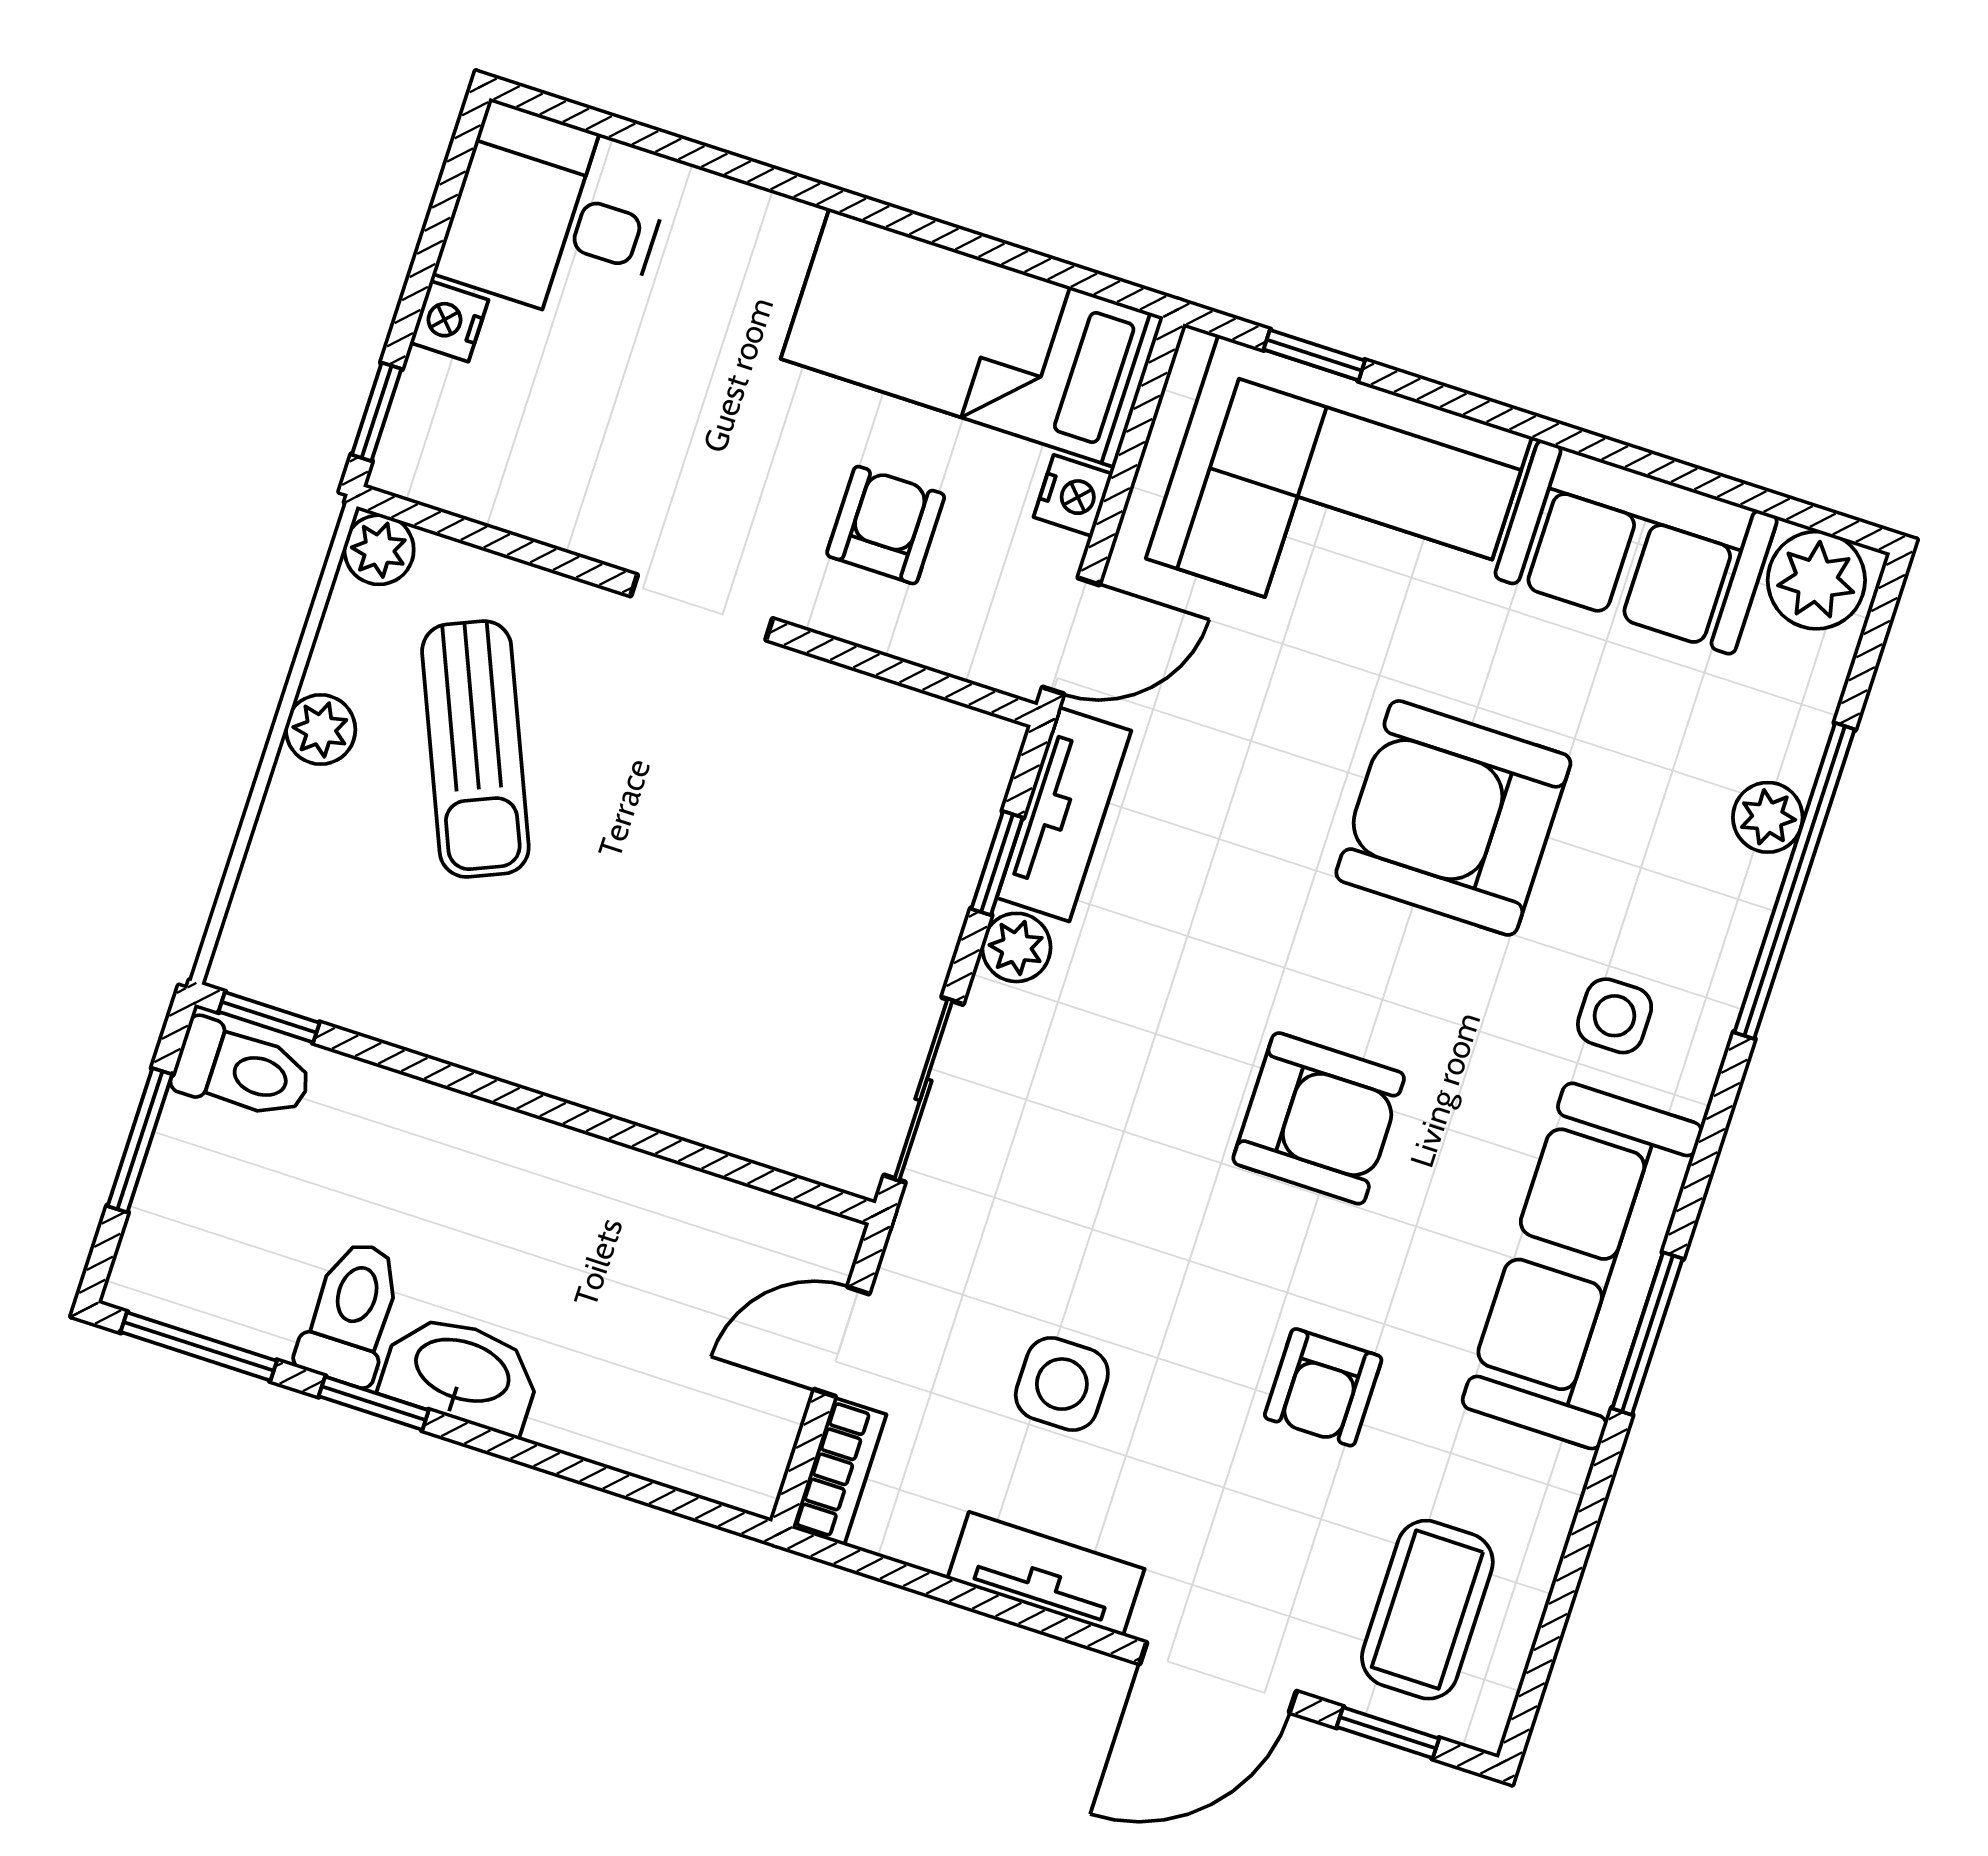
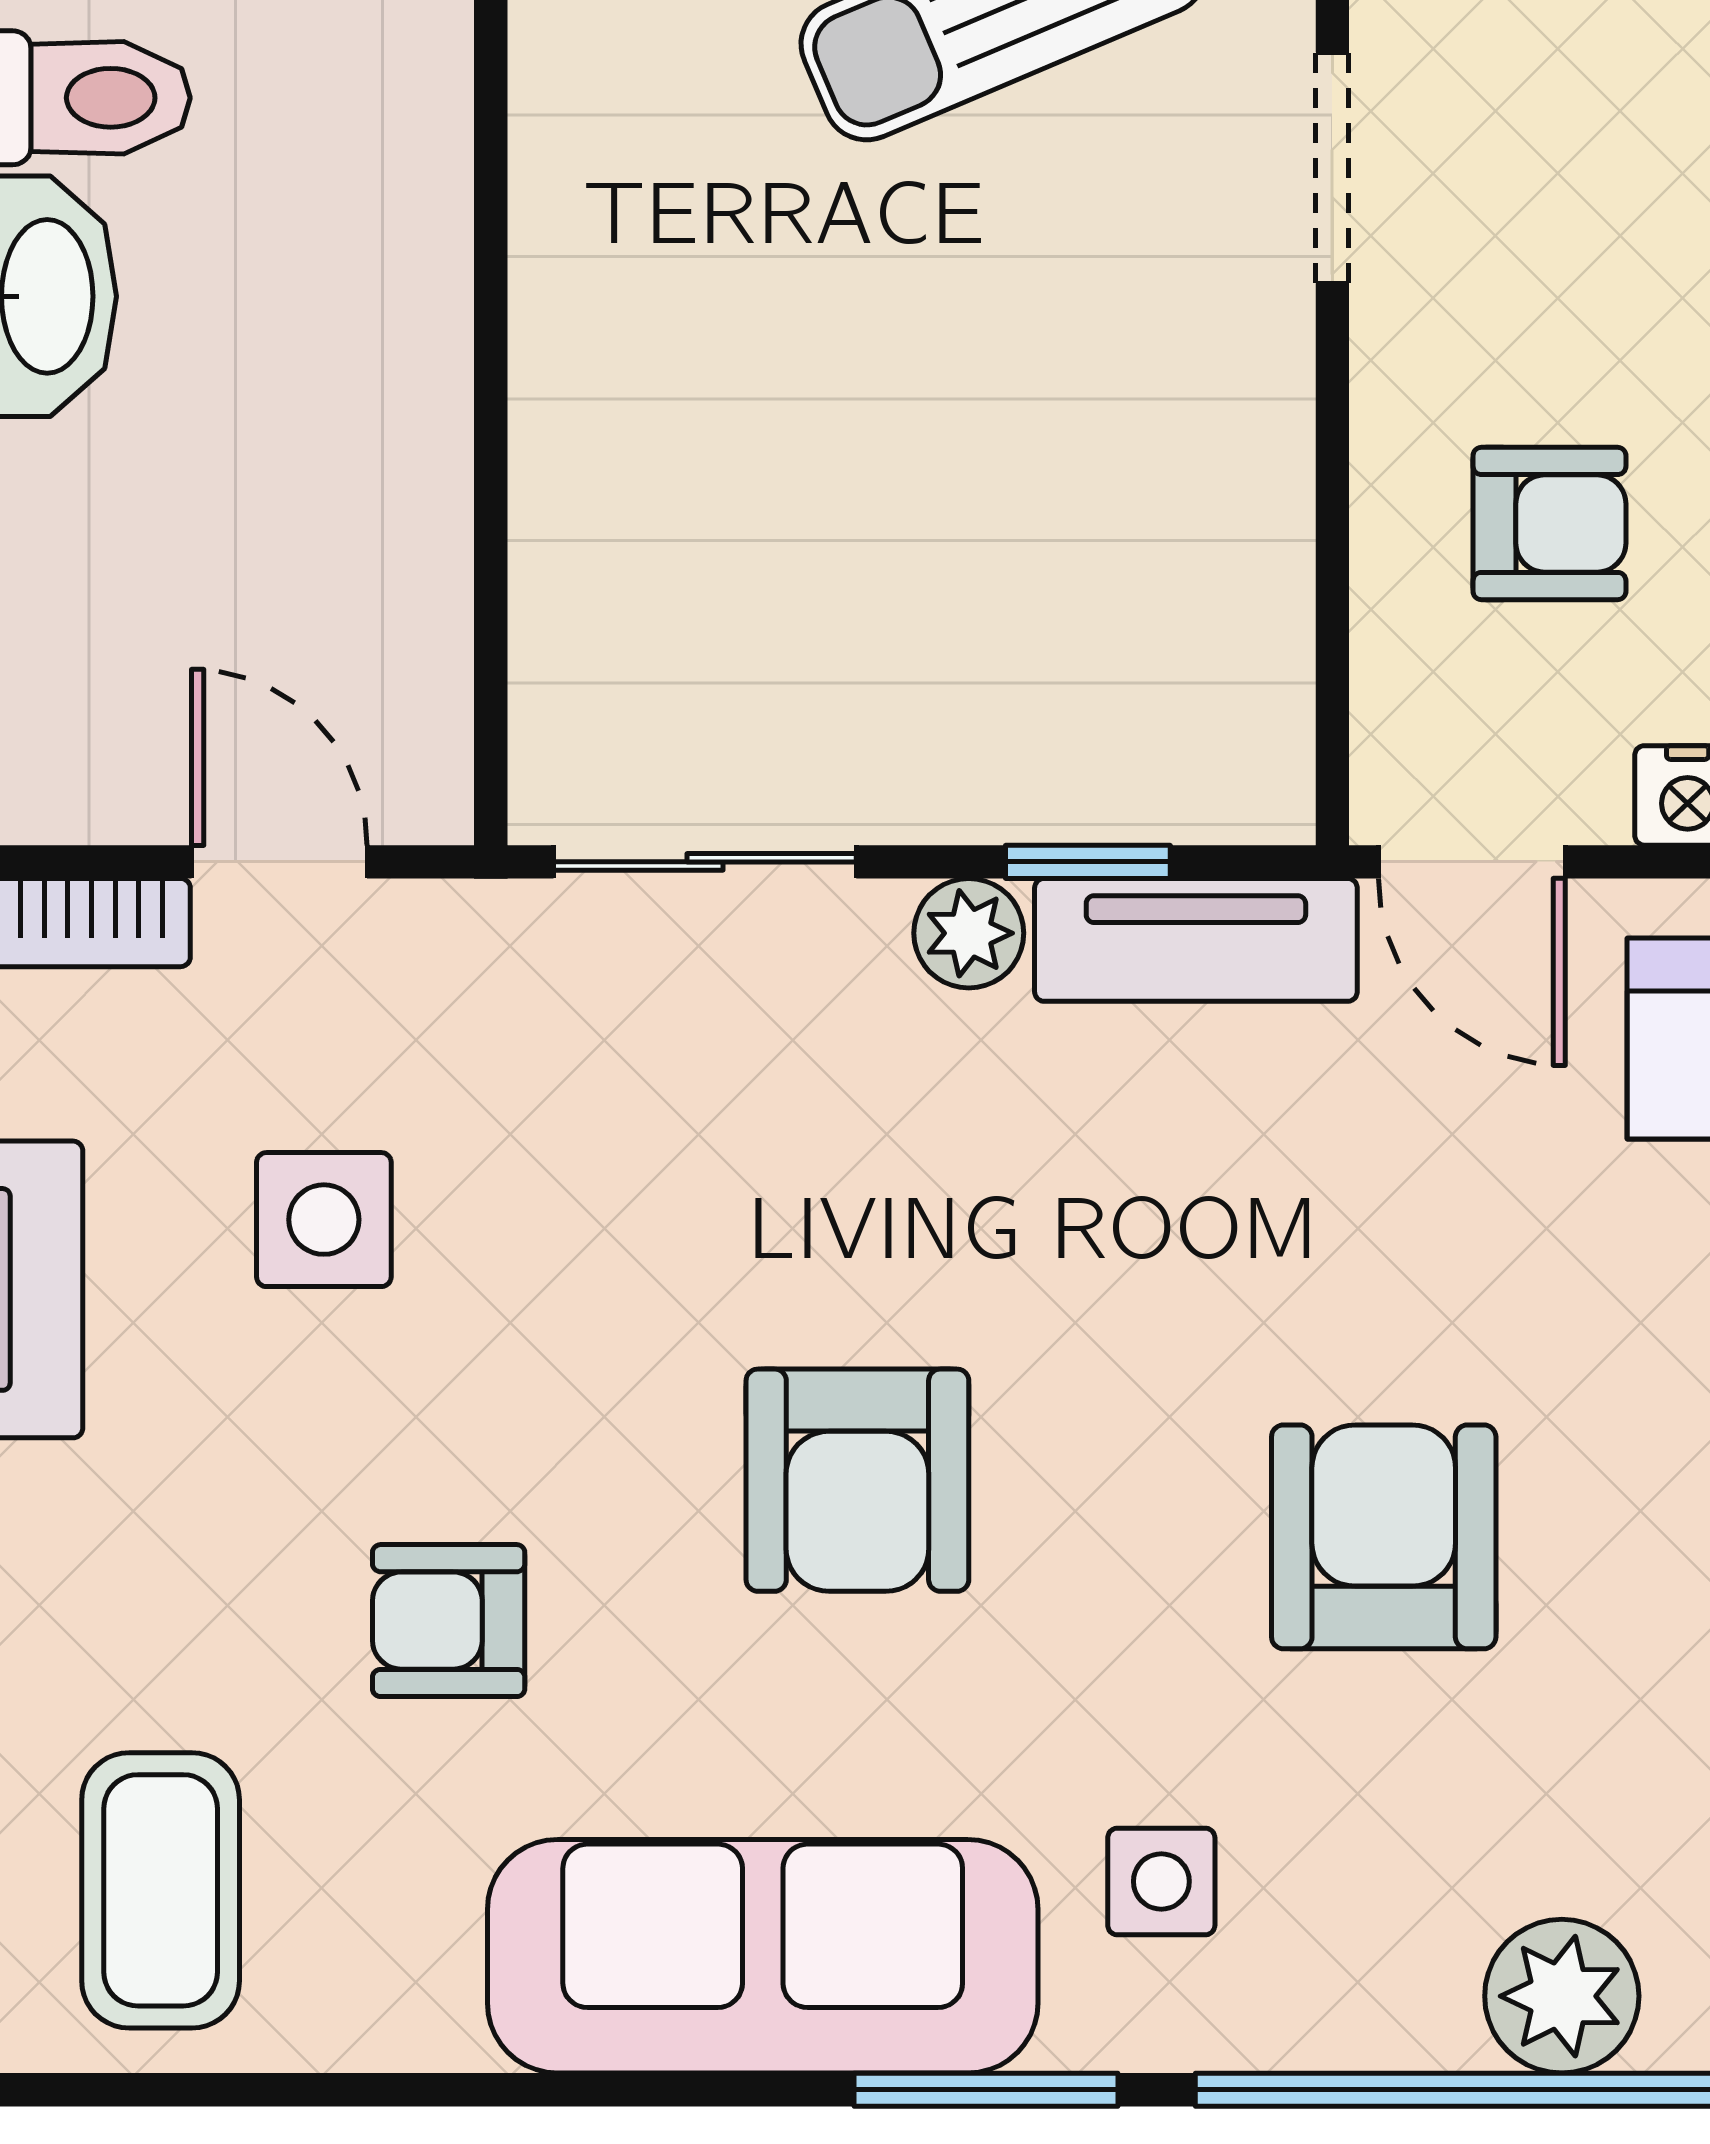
doorway: (702, 607) -> (1332, 168), moved
plant: (1768, 817) -> (1562, 1996), width x1.38, depth x1.38
armchair: (1453, 818) -> (1384, 1537), width x0.73, depth x0.73
window: (1647, 1334) -> (986, 2090), moved
coffee table: (1427, 1610) -> (161, 1890), turned 90

